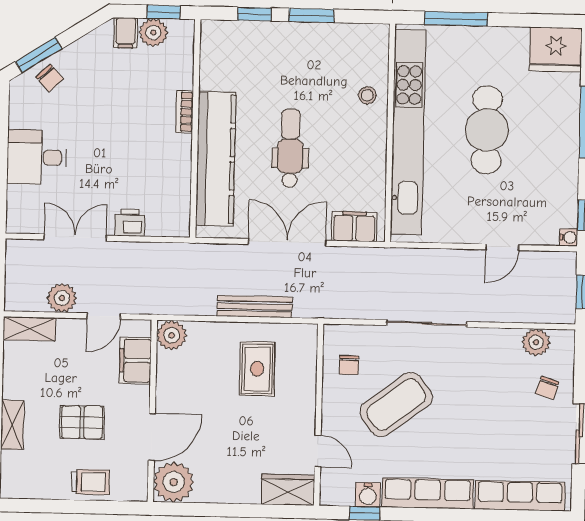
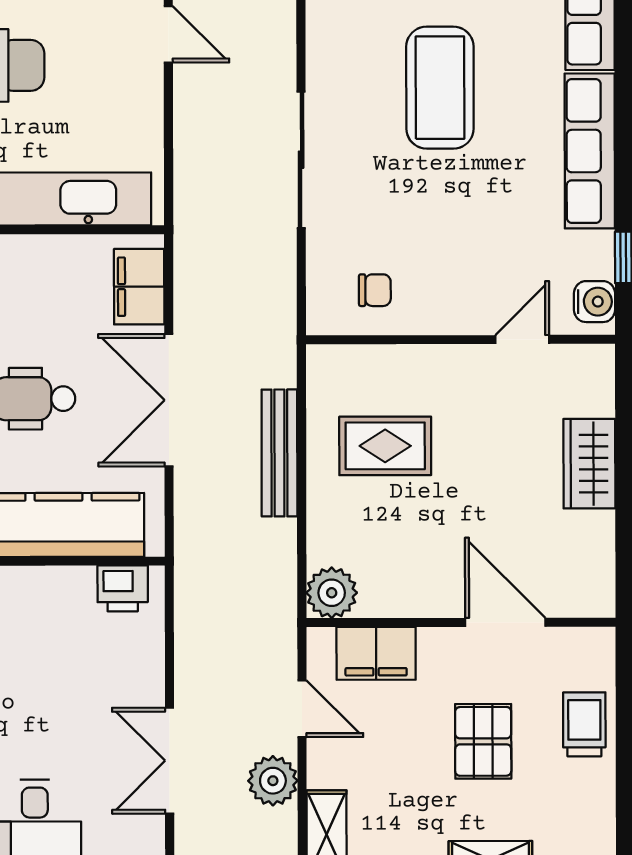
printer: (130, 223) -> (123, 588), moved, turned -90
coffee table: (396, 404) -> (440, 88), moved, turned 37
plant: (174, 482) -> (581, 583), removed
wardrobe: (288, 490) -> (589, 464), moved
water cooler: (368, 495) -> (595, 302), moved

